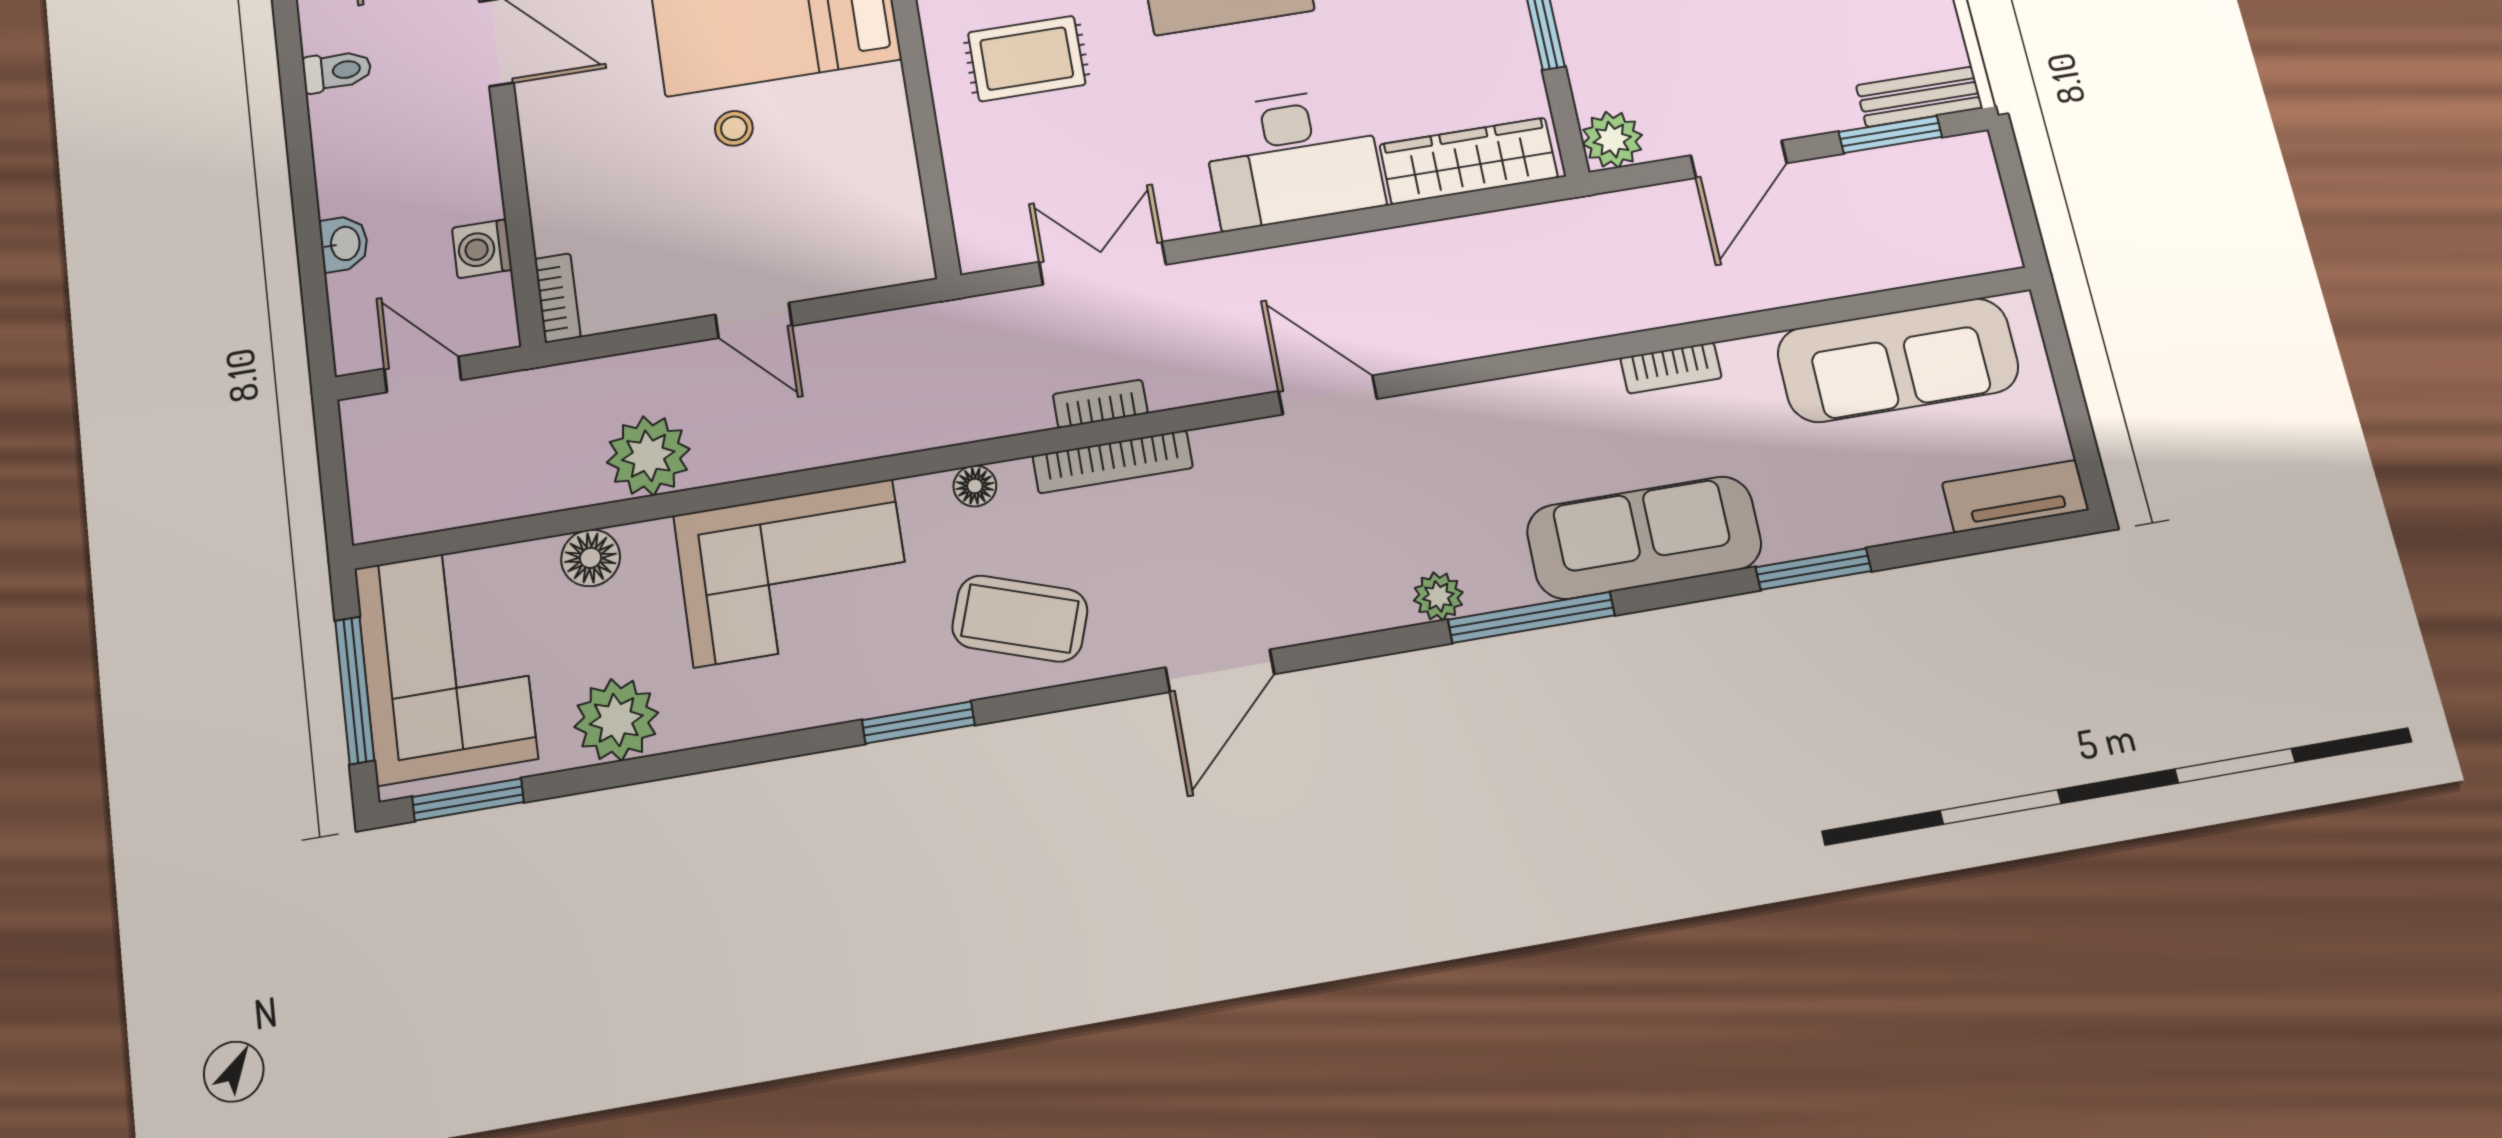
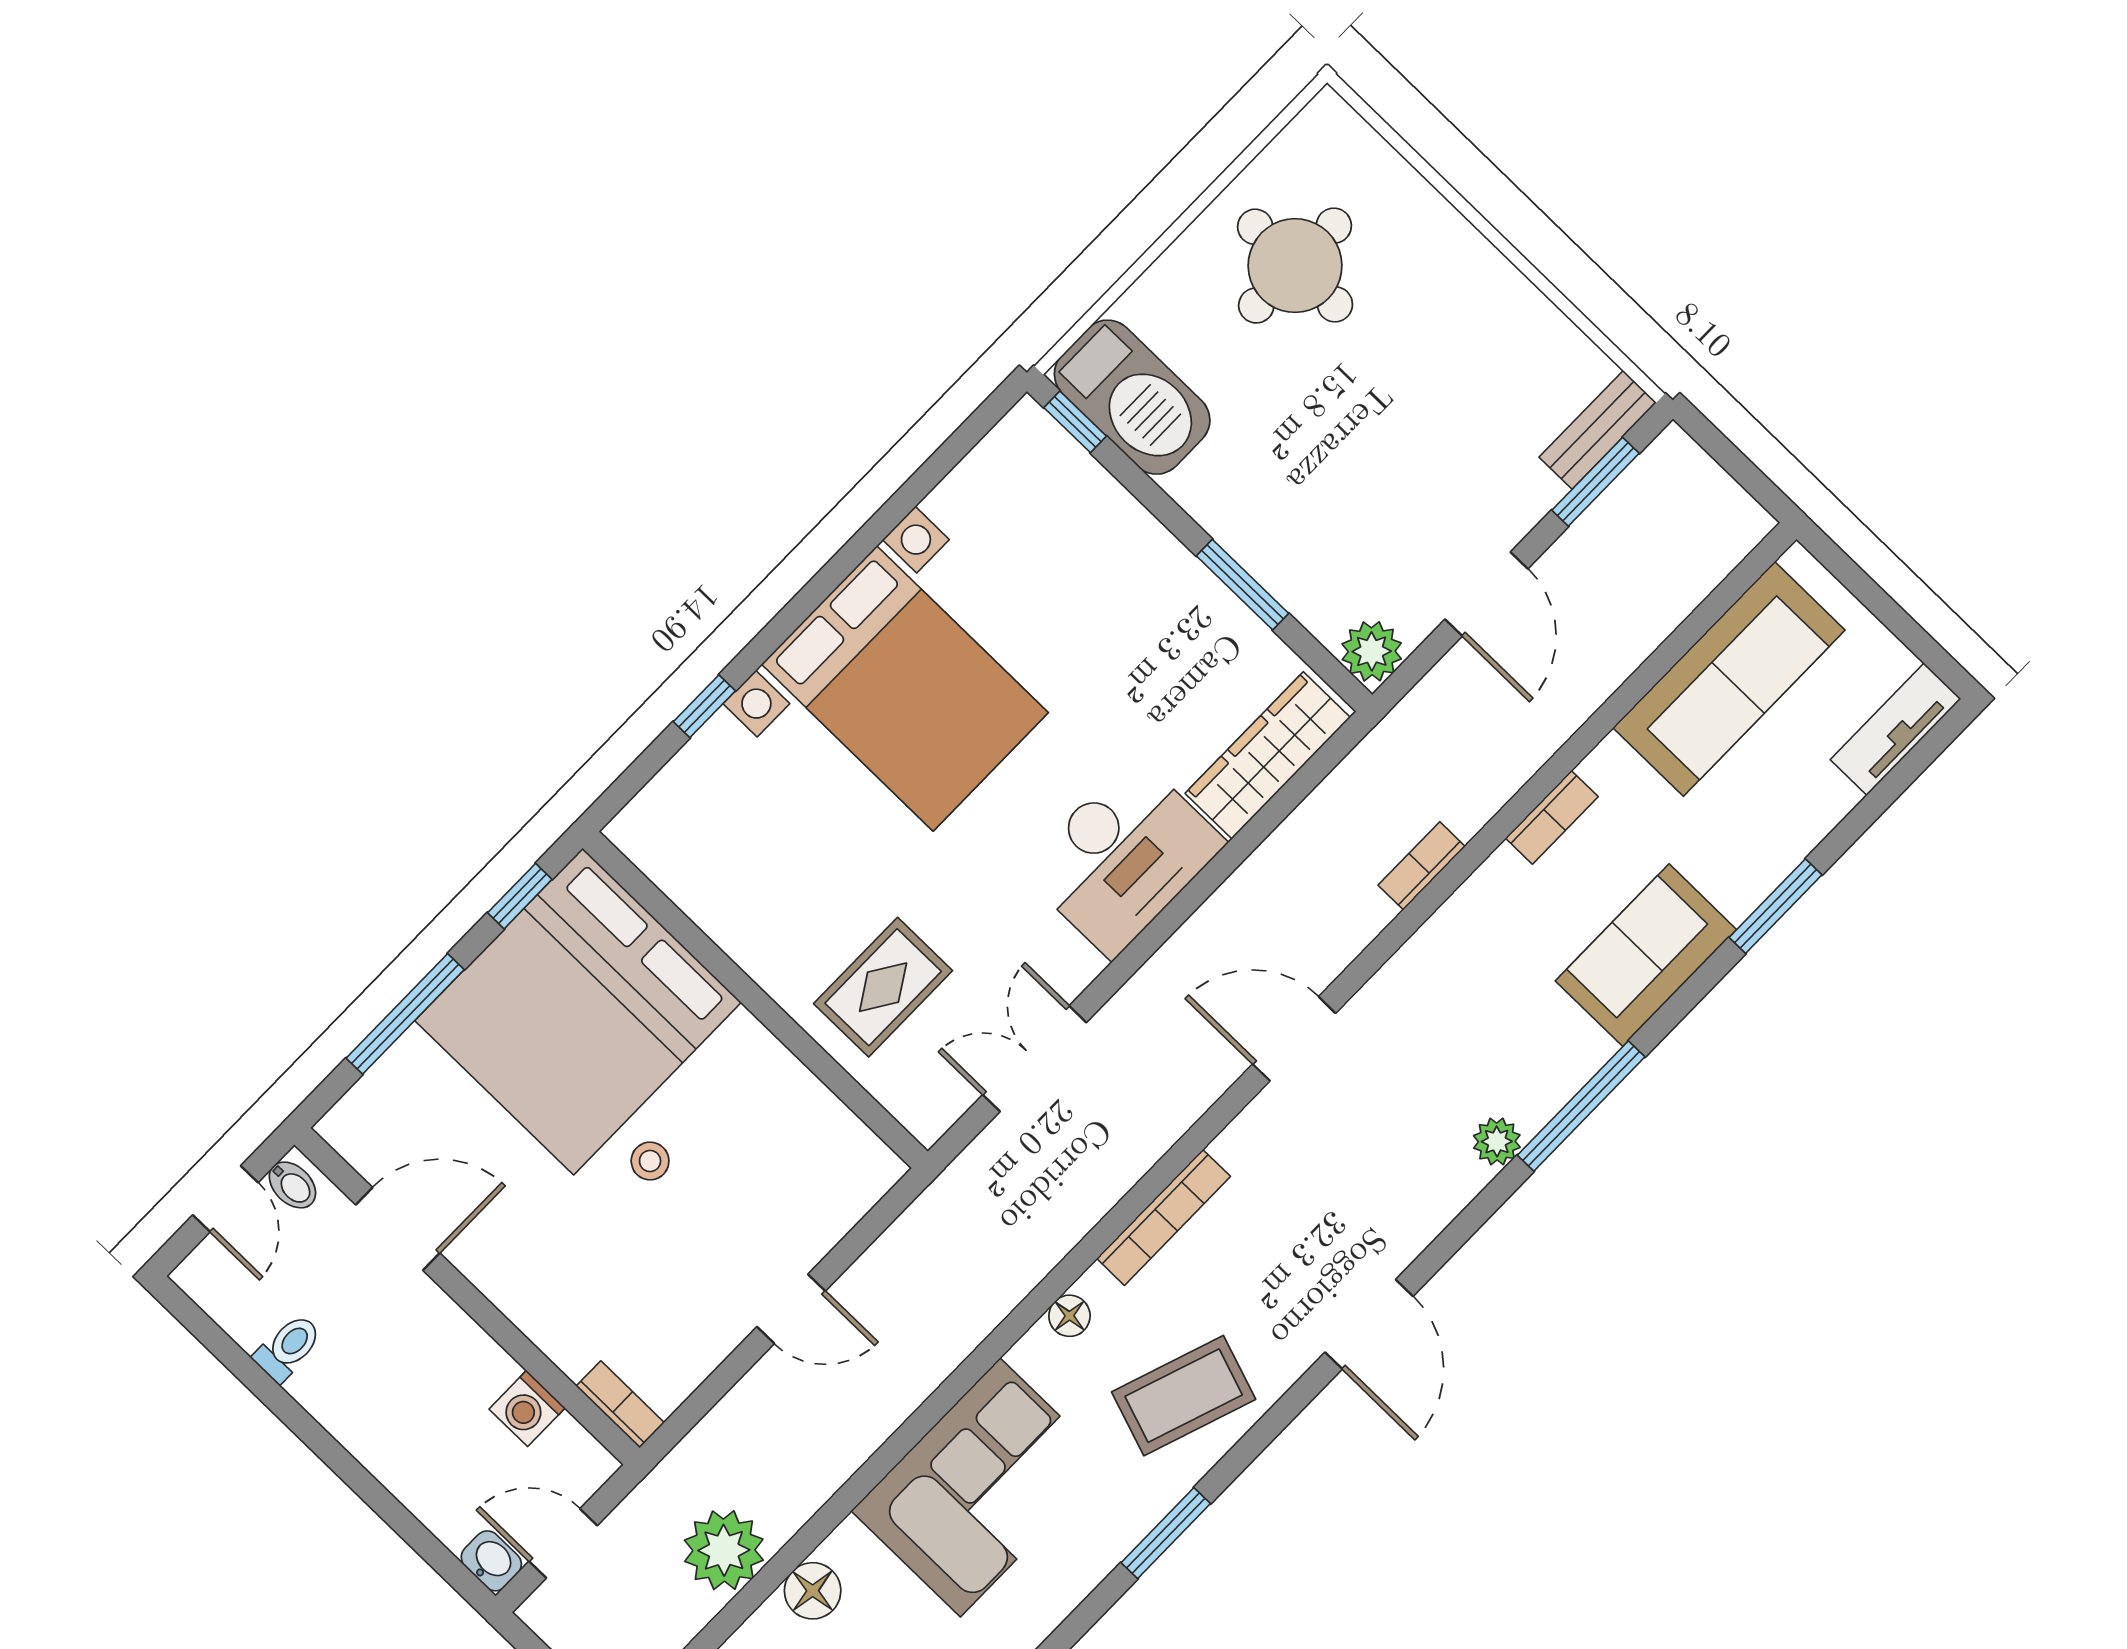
rug: (1027, 59) -> (883, 987), moved
washbasin: (344, 244) -> (491, 1561), moved
bookcase: (1100, 404) -> (1422, 866), moved
plant: (648, 456) -> (724, 1550), moved
sofa: (1644, 538) -> (1646, 955), width x0.73

